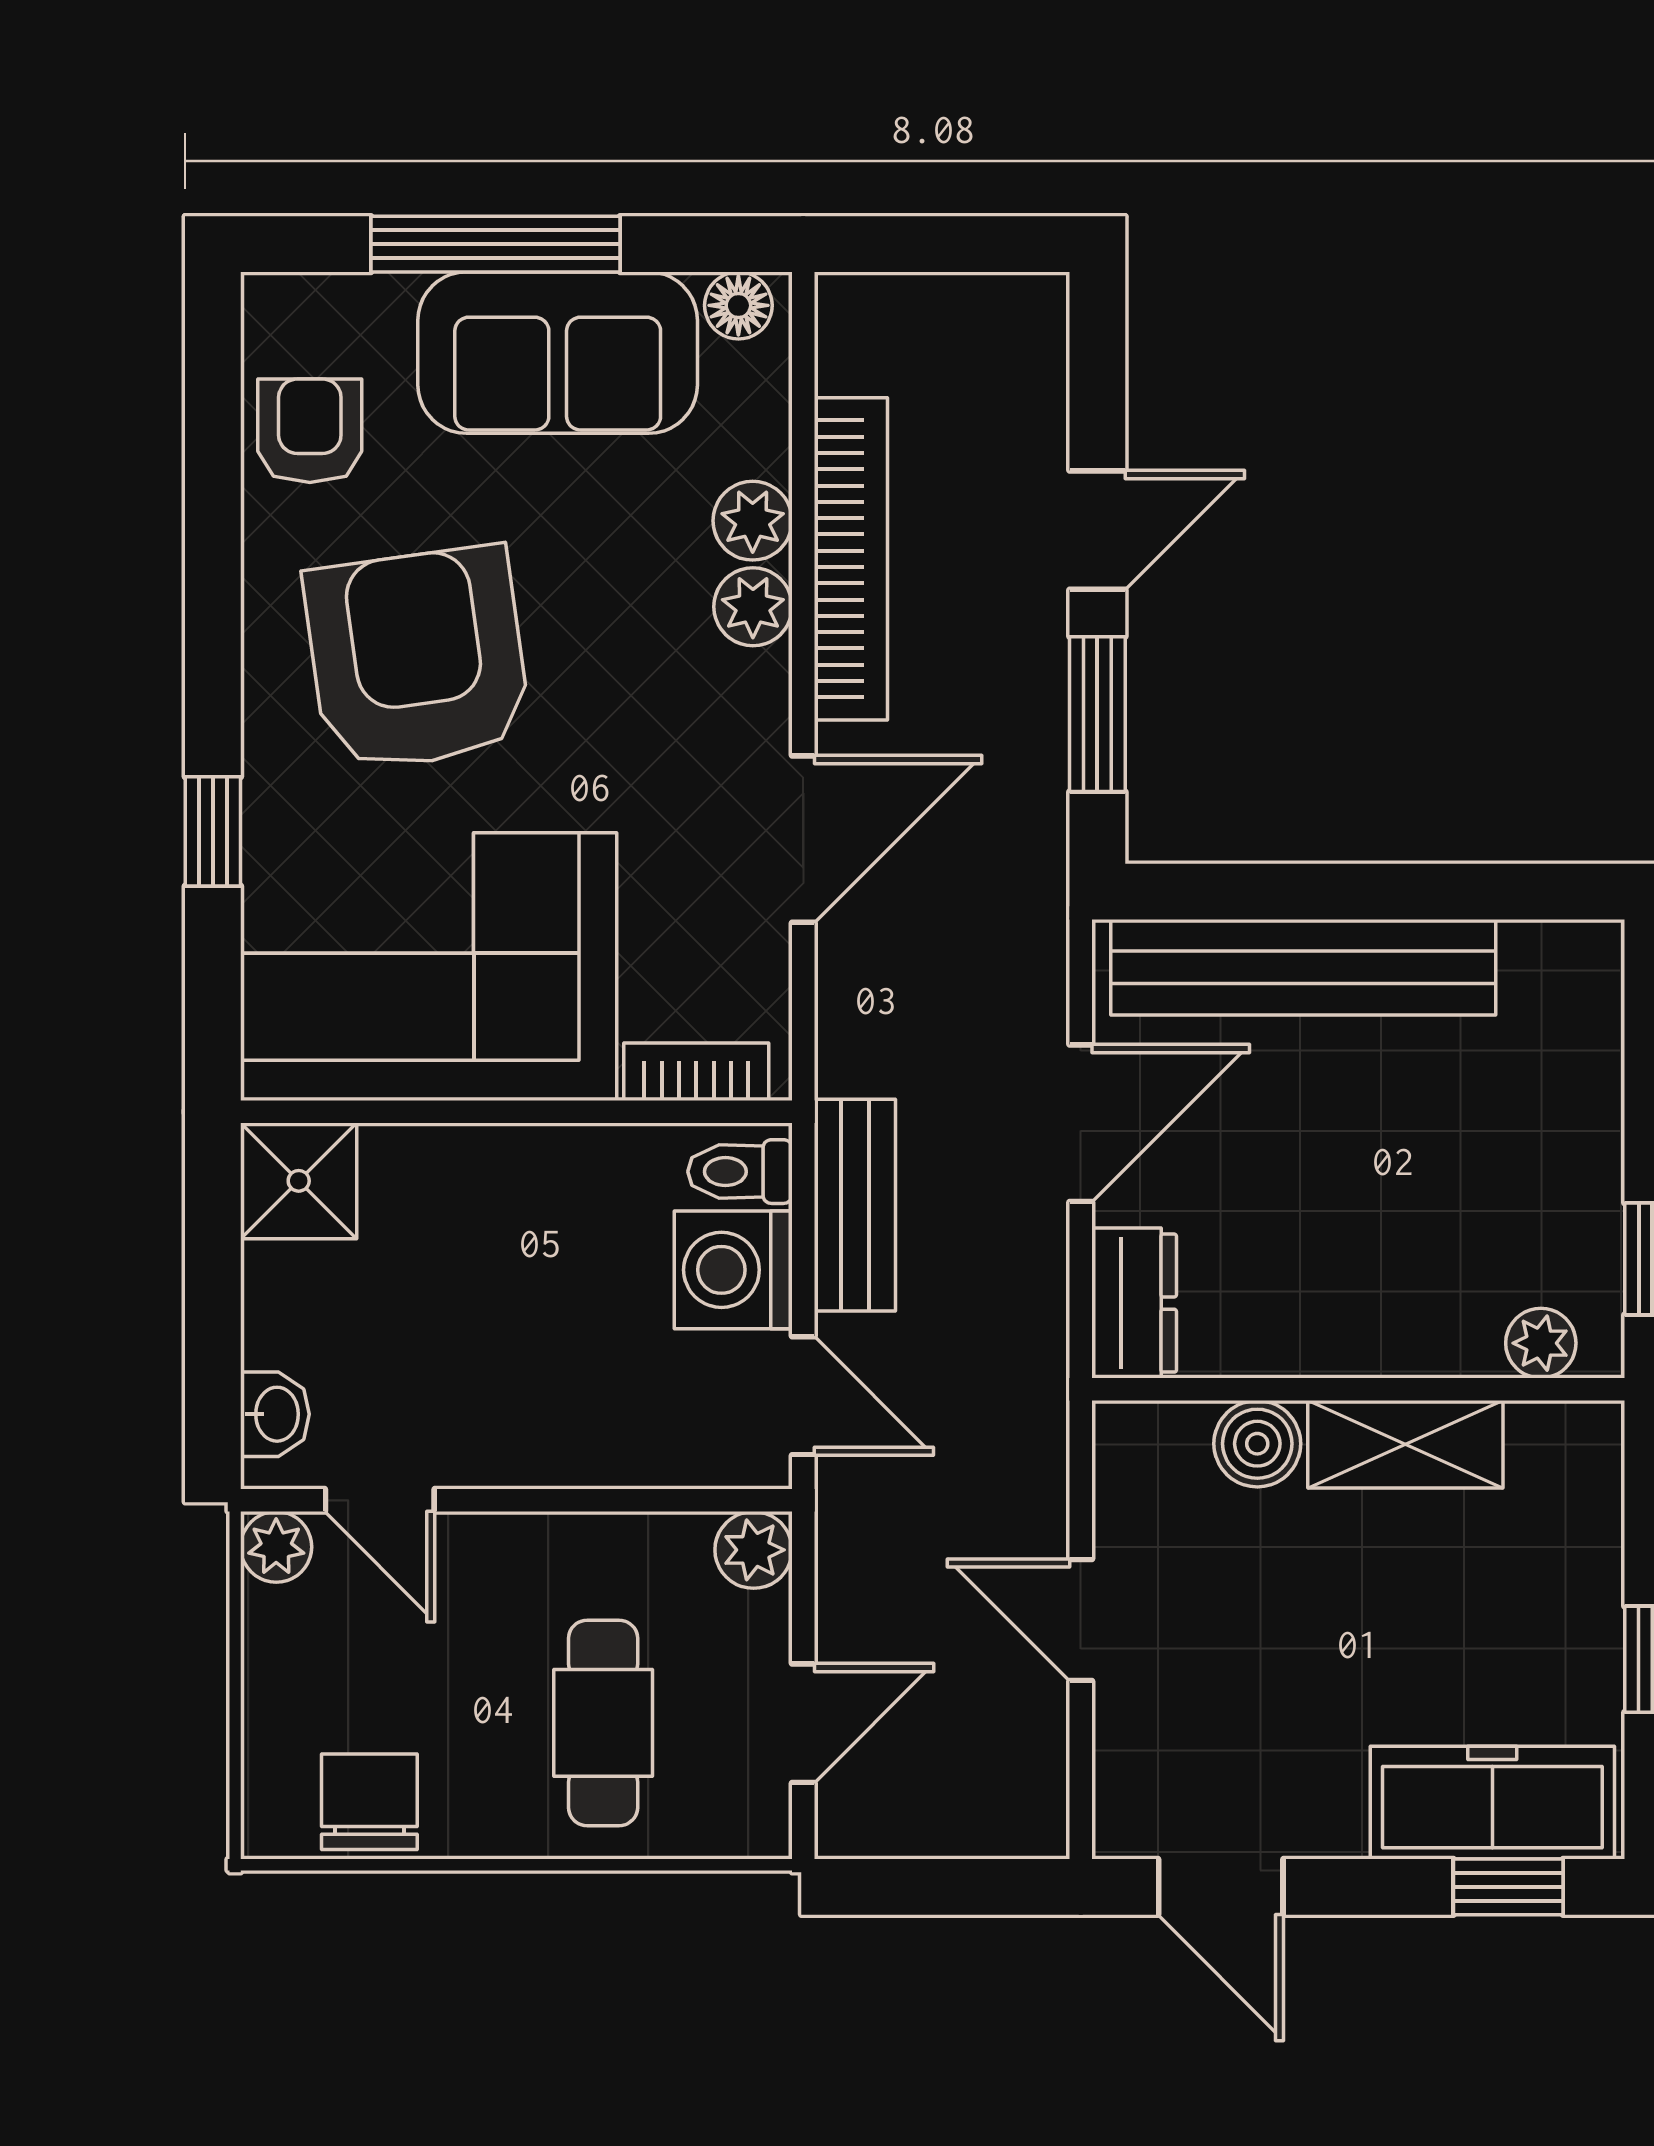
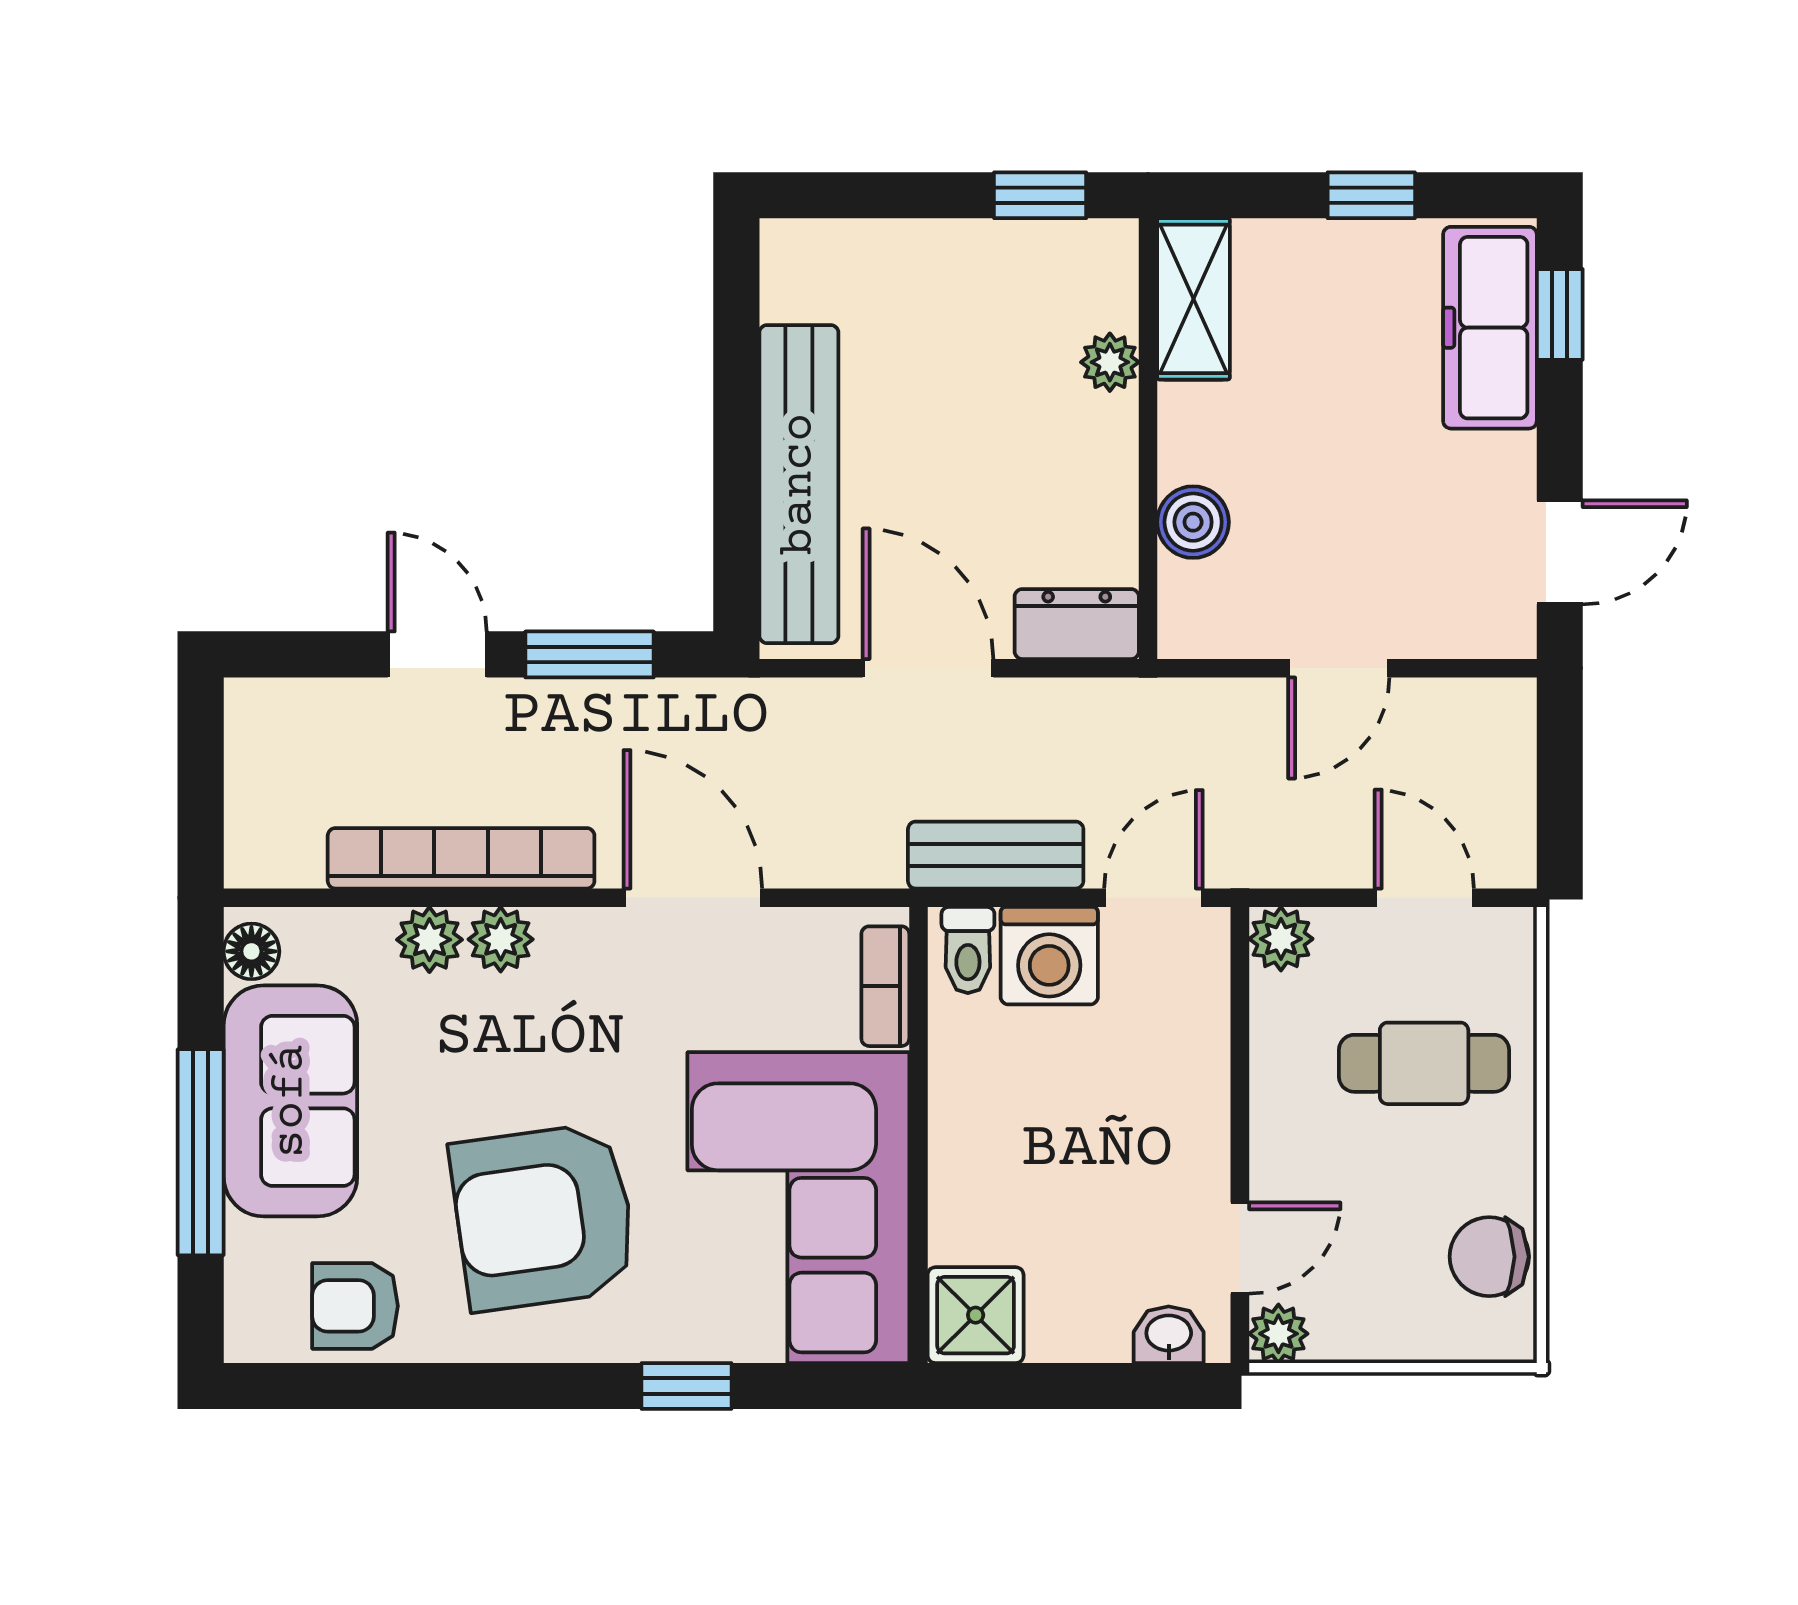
plant: (1541, 1343) -> (1110, 362), moved
shelving: (1405, 1444) -> (1194, 299), moved

